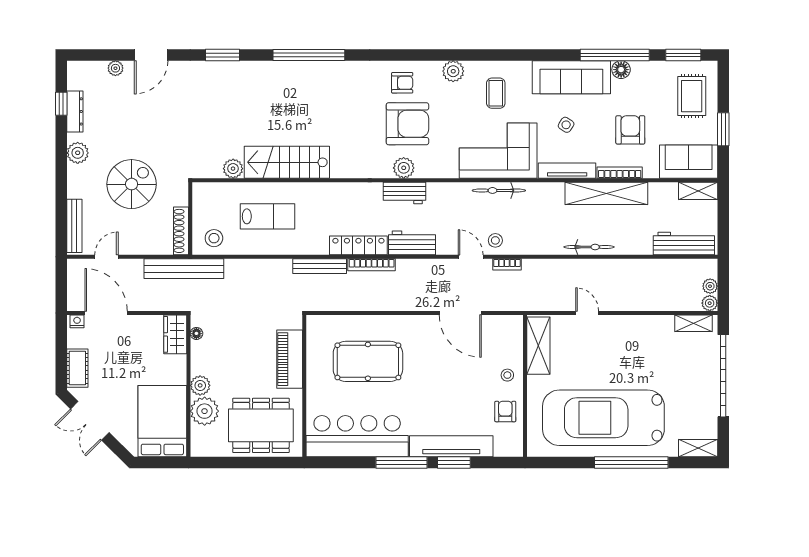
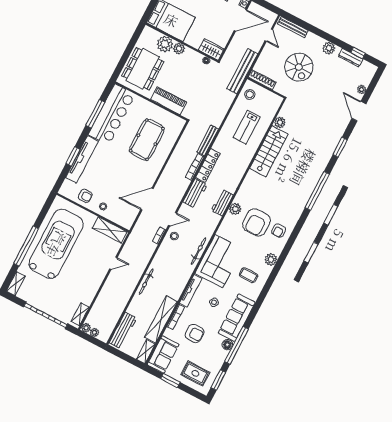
shelving: (606, 193) -> (161, 319), moved
window: (401, 463) -> (95, 114), moved

